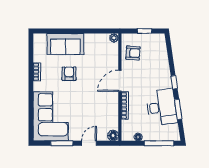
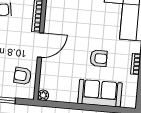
armchair: (69, 74) -> (99, 58), turned -90

